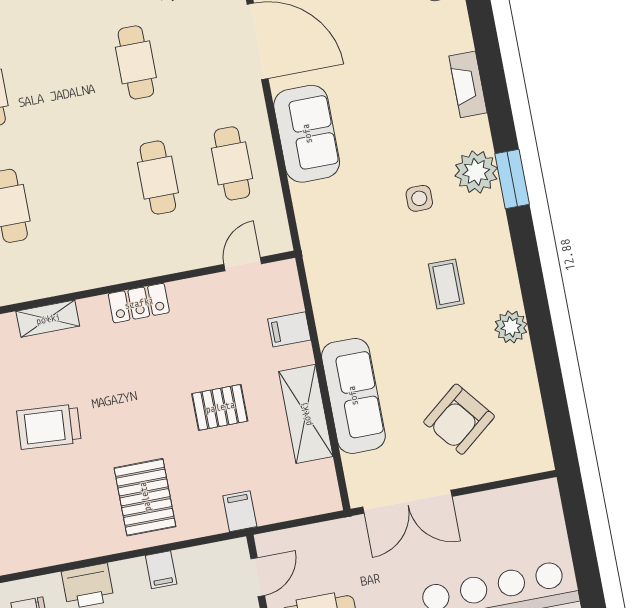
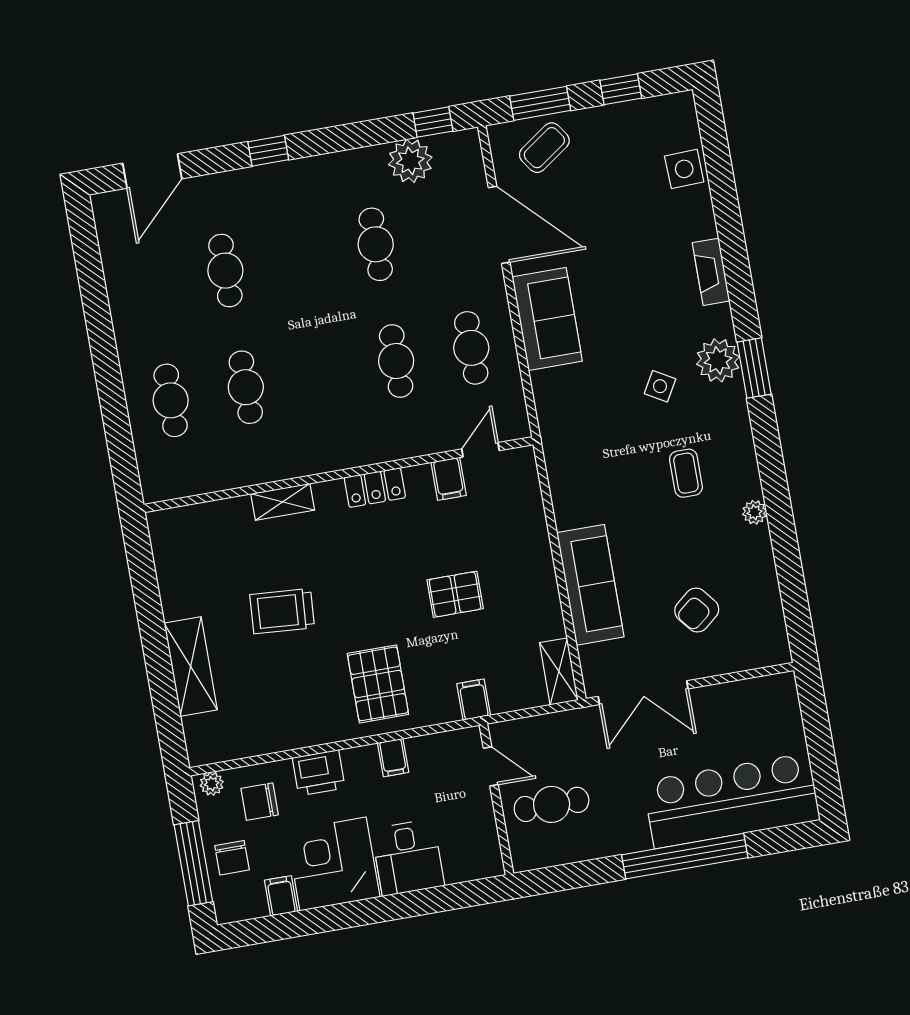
side table: (419, 198) -> (660, 386), turned 30
plant: (511, 327) -> (754, 512), width x0.73, depth x0.73
filing cabinet: (289, 329) -> (449, 479), moved, turned -90
shelving: (306, 414) -> (559, 671), moved, width x0.67, depth x0.75
armchair: (459, 419) -> (697, 610), width x0.72, depth x0.72
door: (258, 577) -> (491, 766), hinge flipped

